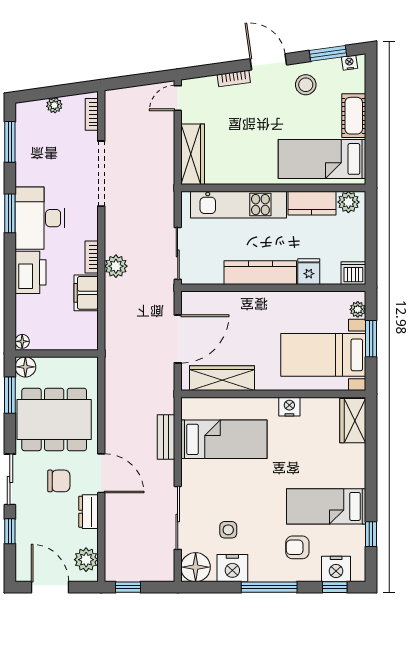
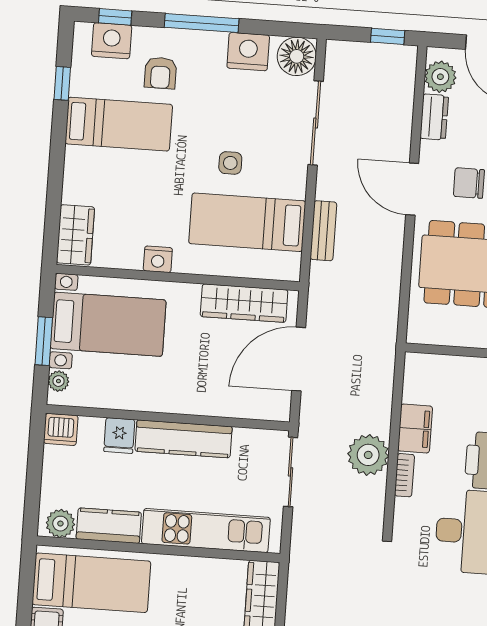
plant: (116, 266) -> (368, 455), width x1.36, depth x1.36
dresser: (88, 512) -> (434, 117), moved
side table: (228, 530) -> (230, 163), moved
armchair: (297, 547) -> (160, 73), turned 90

